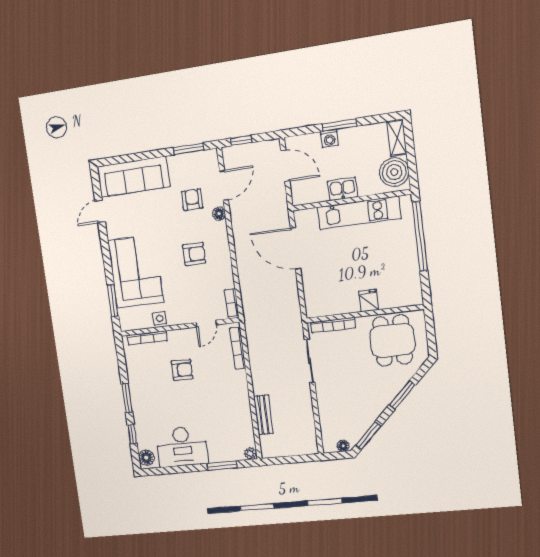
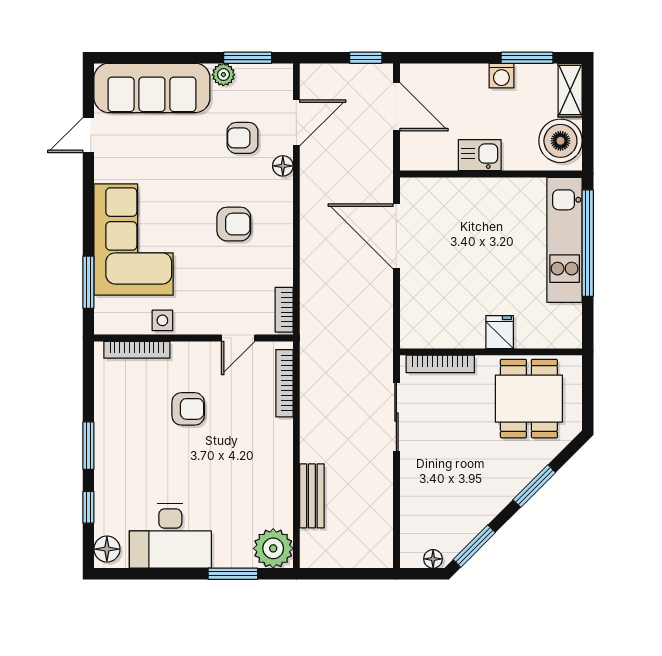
window: (340, 125) -> (527, 58), moved
washing machine: (329, 138) -> (501, 76), moved
window: (241, 140) -> (366, 58), moved
plant: (175, 162) -> (223, 75), added
armchair: (192, 200) -> (243, 138), turned -90
kitchen unit: (359, 213) -> (565, 240), moved, turned 90
plant: (250, 453) -> (273, 548), width x1.88, depth x1.88

